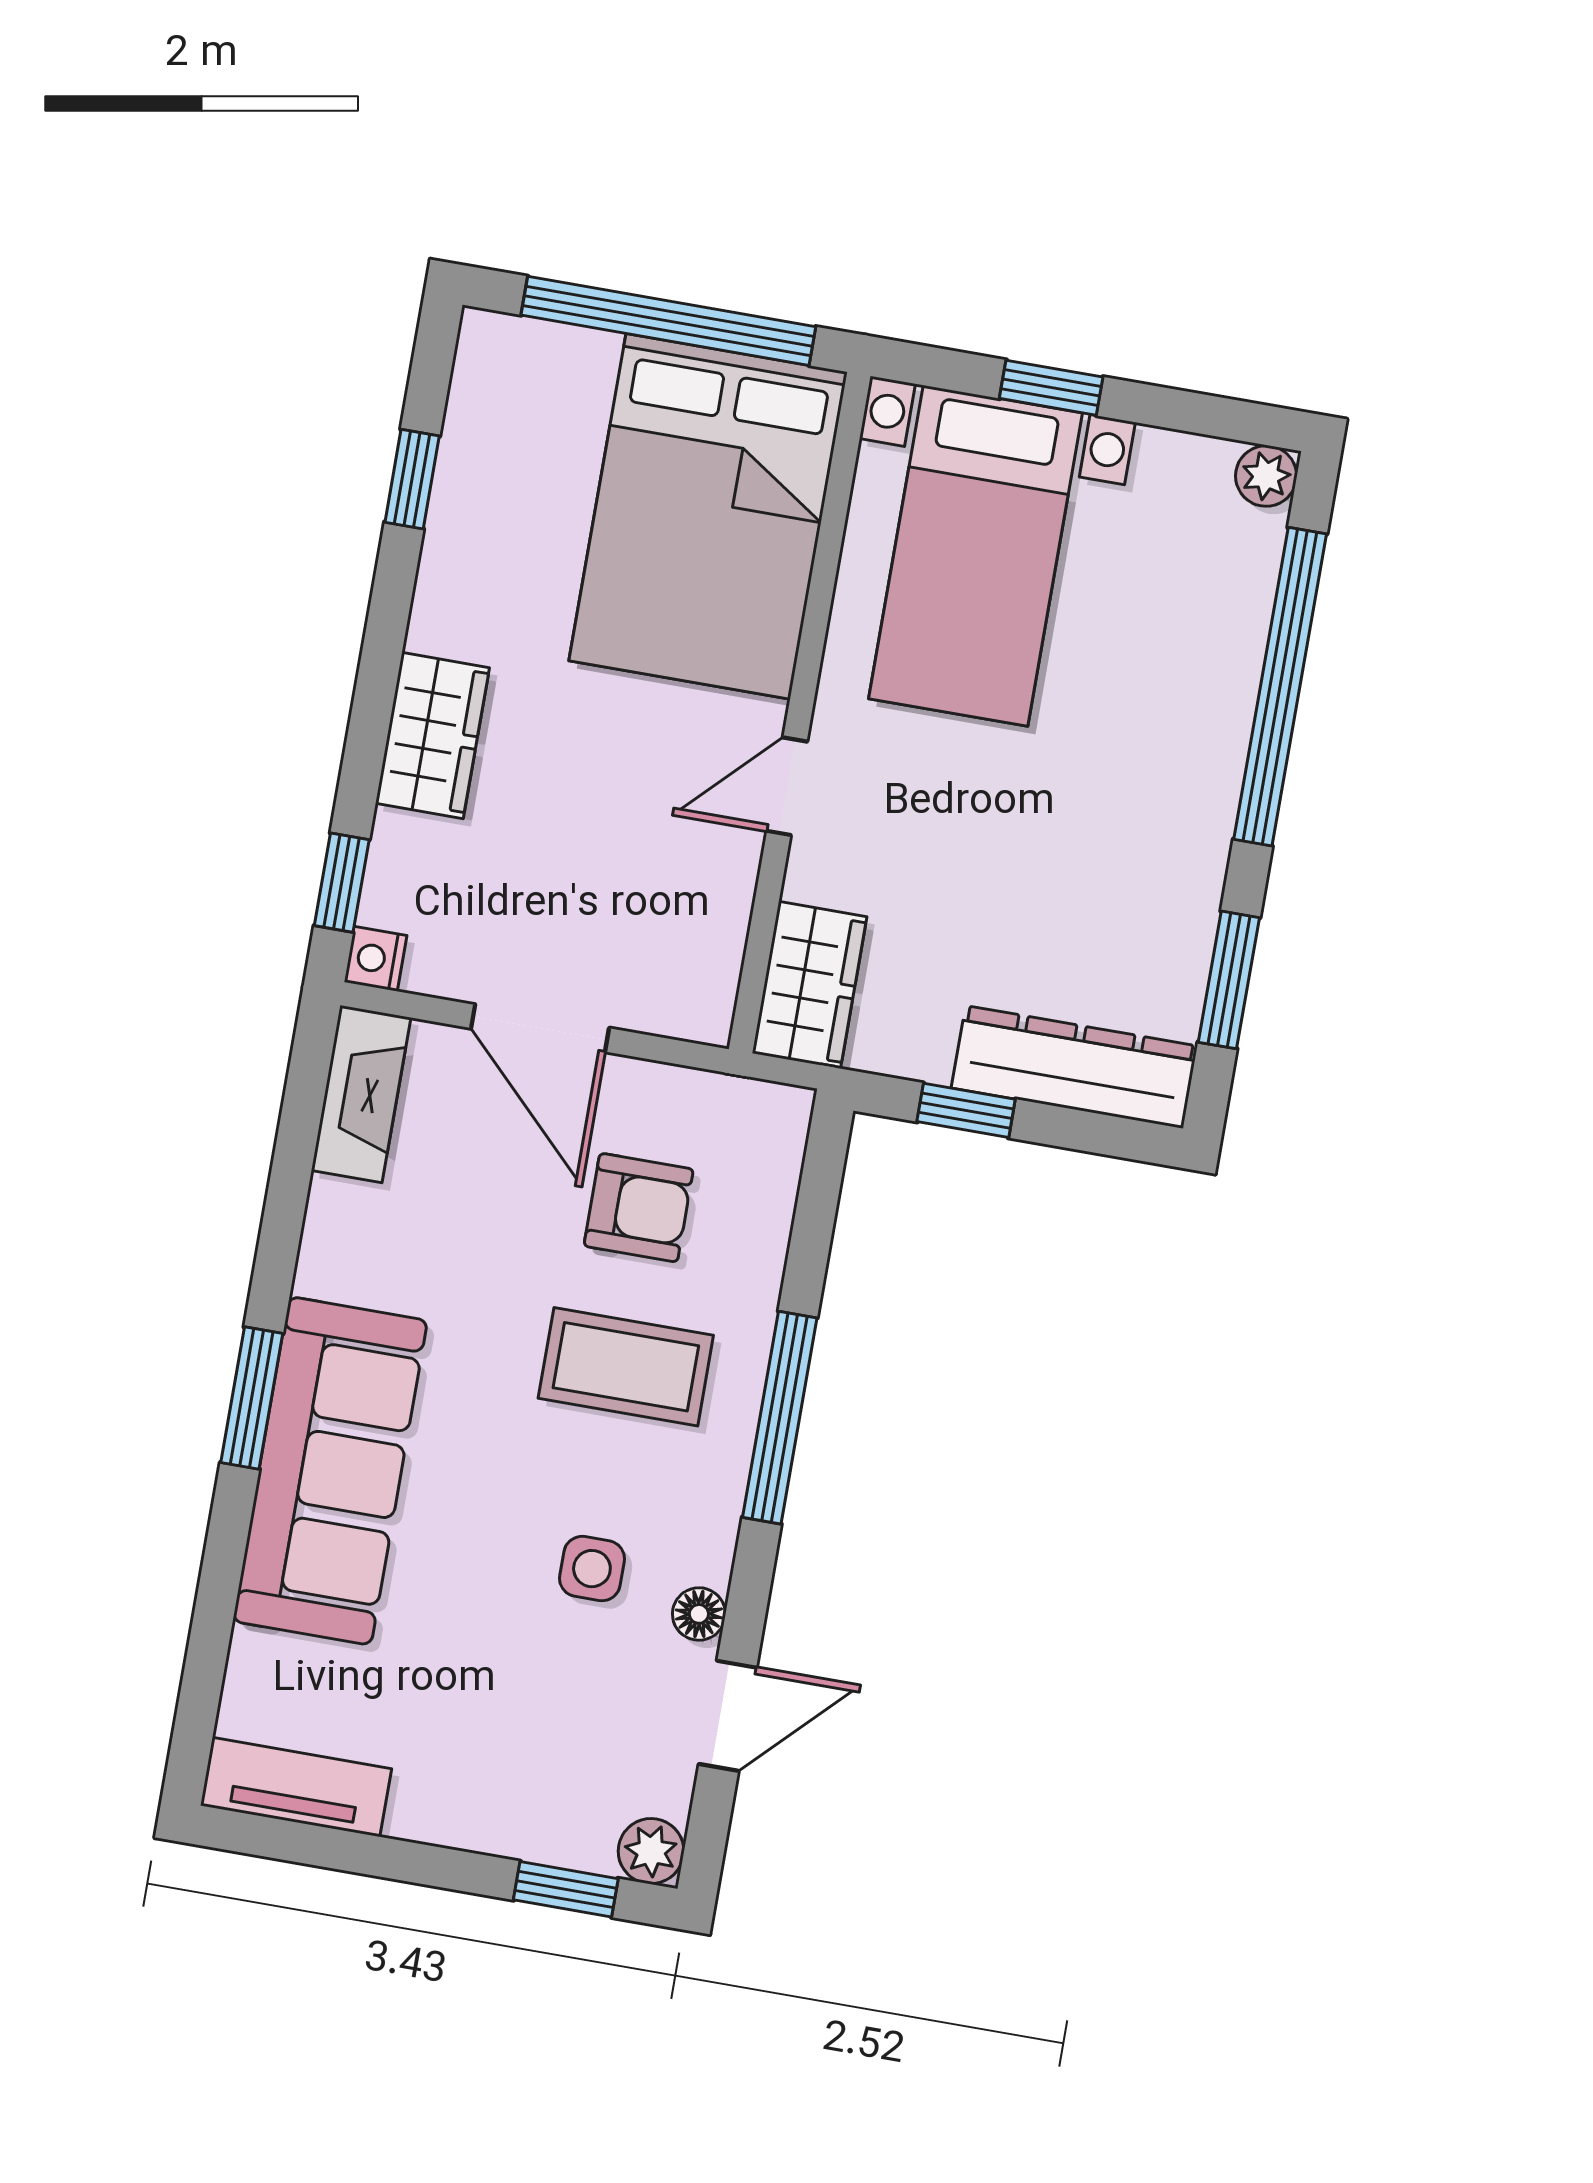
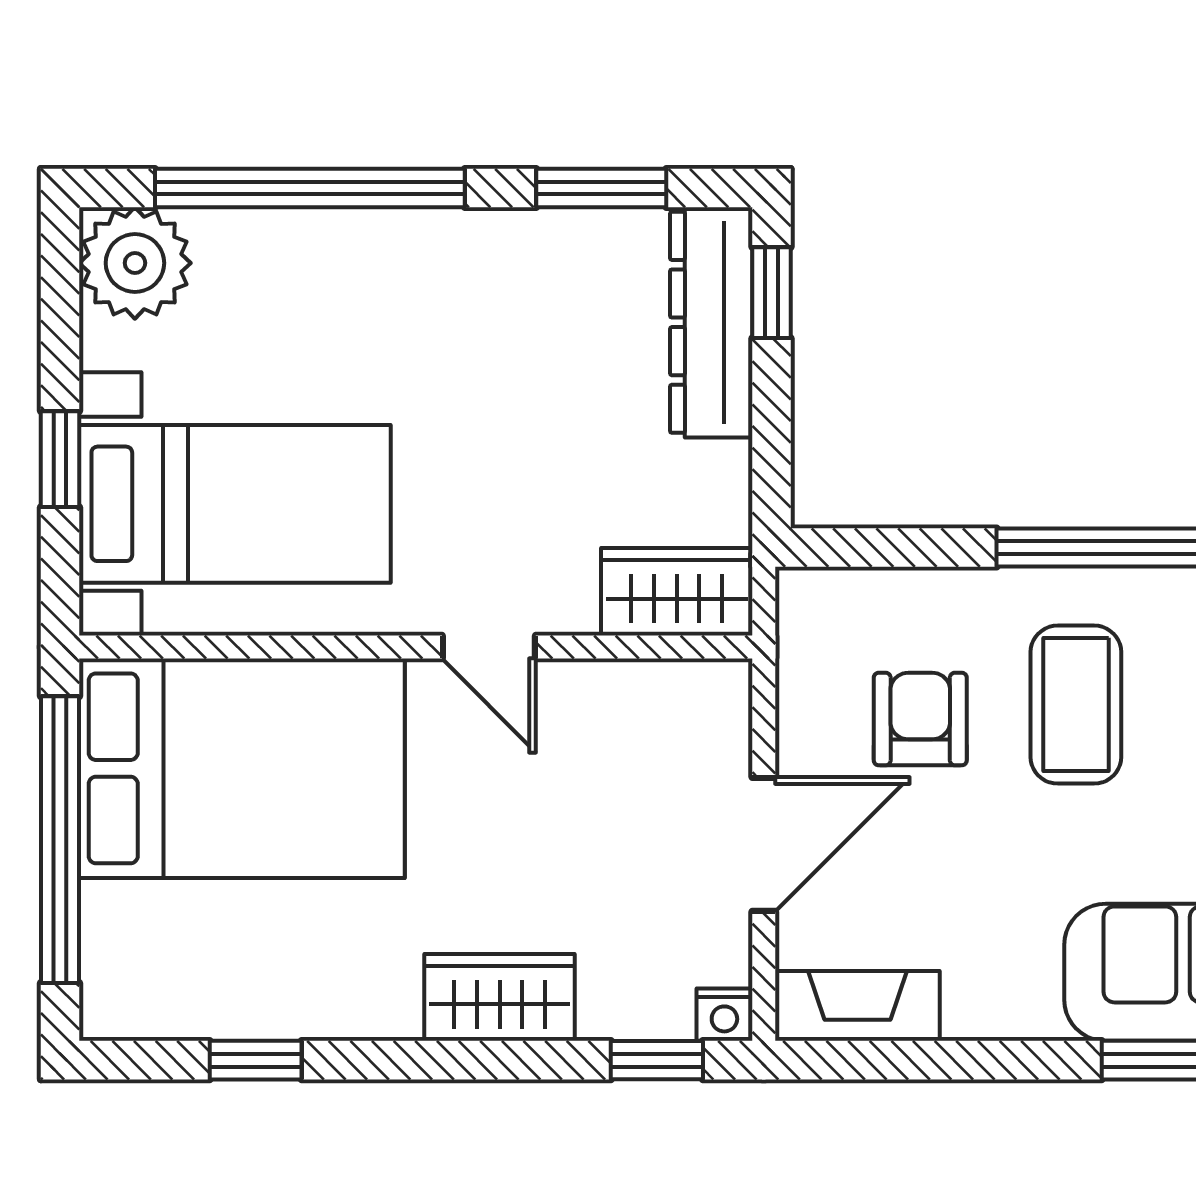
plant: (1266, 476) -> (135, 263), width x1.88, depth x1.88
window: (966, 1110) -> (771, 293), moved

